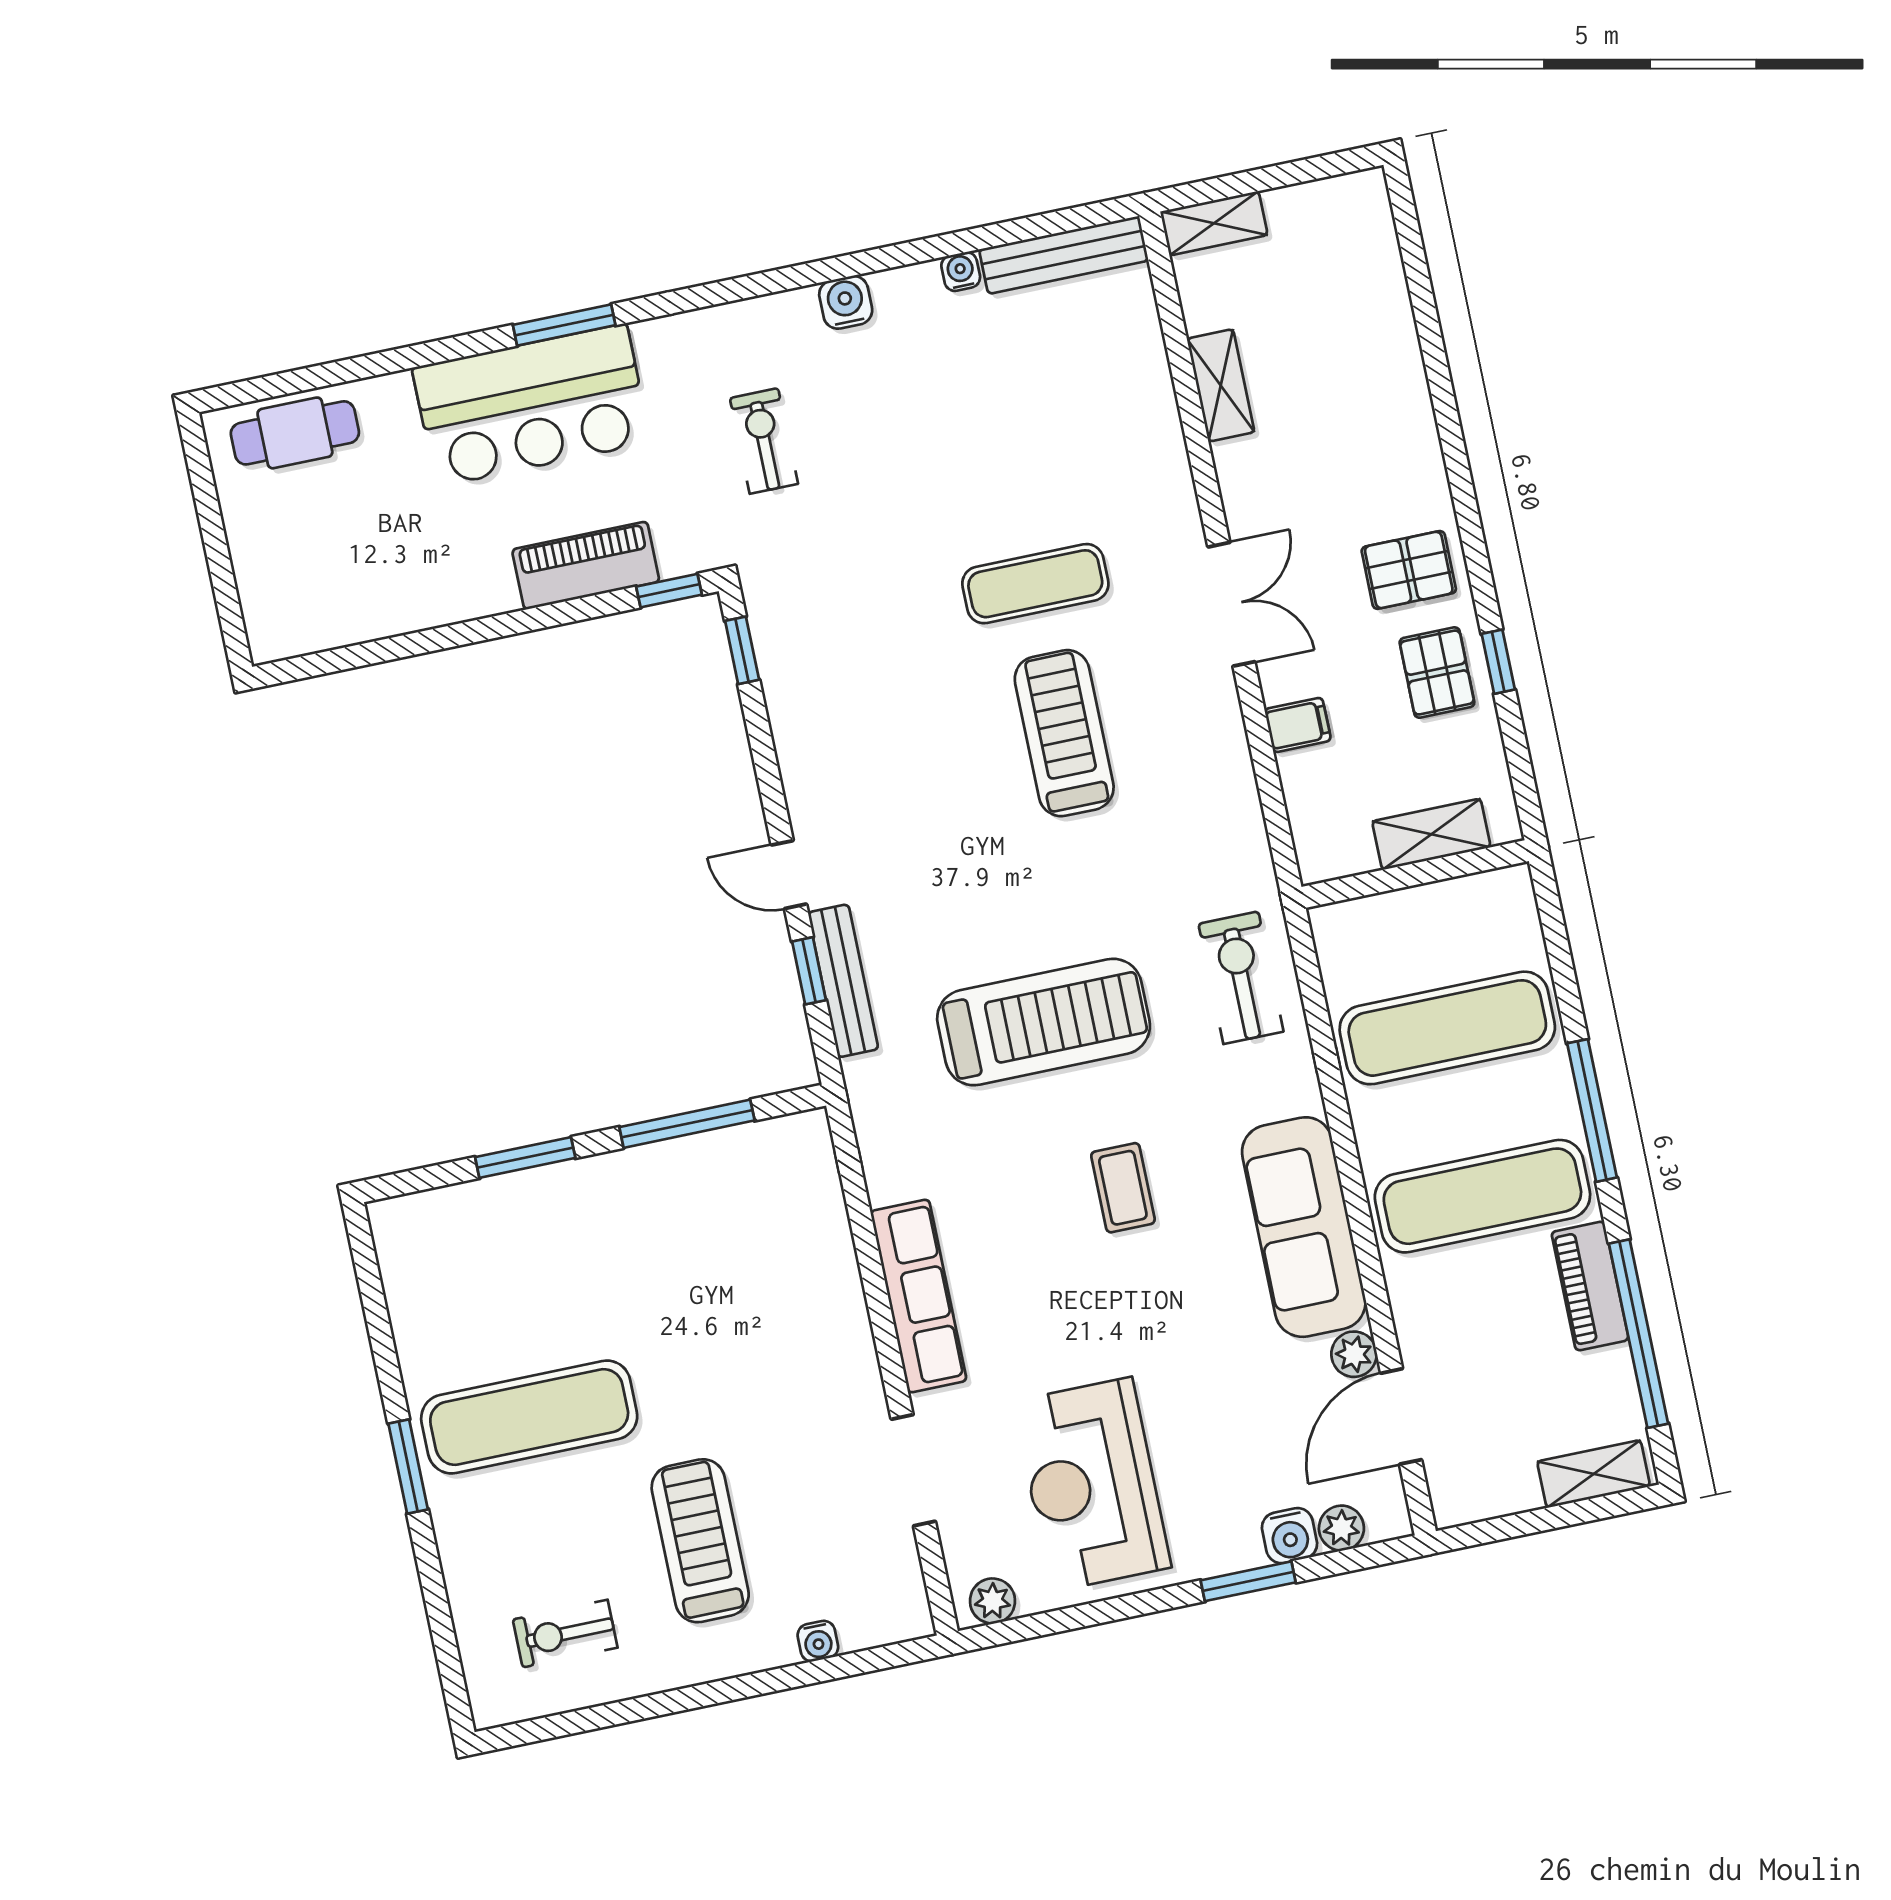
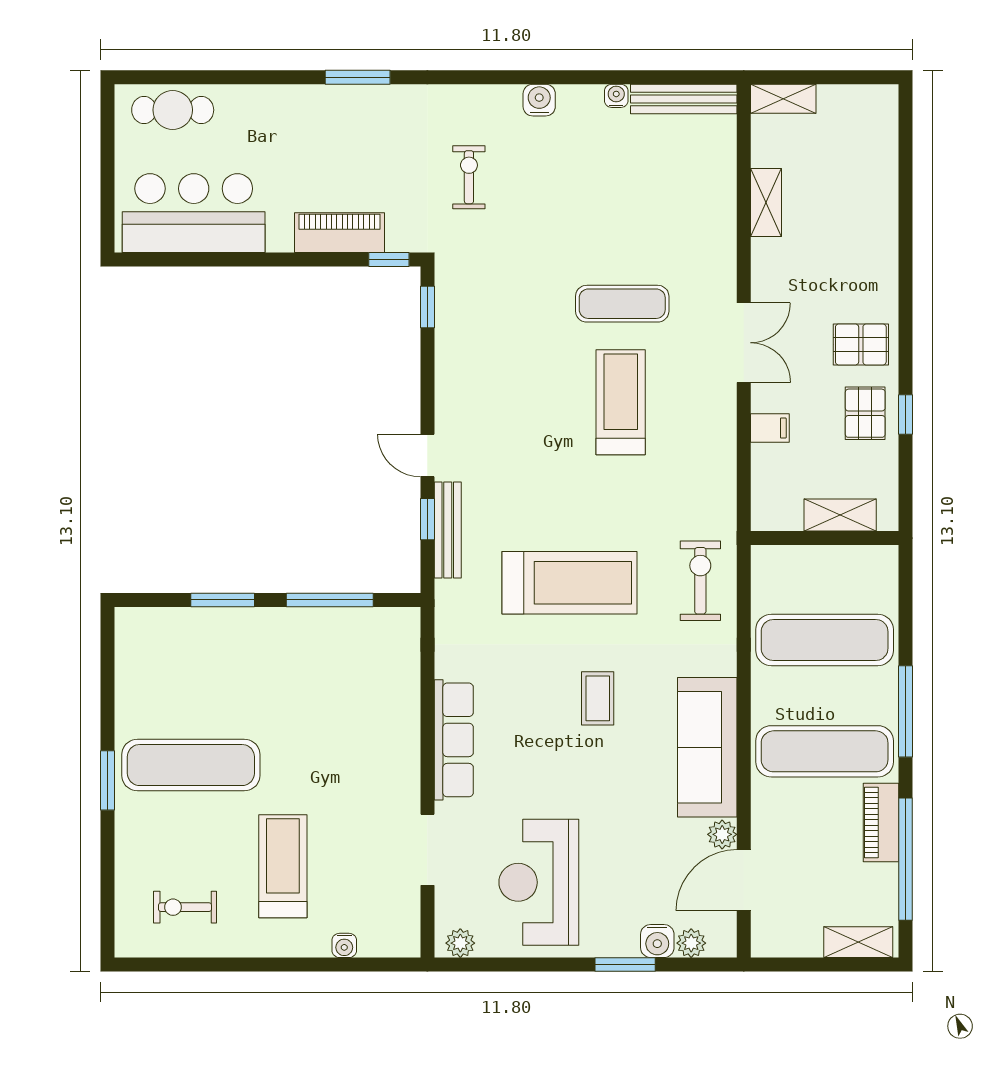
bar counter: (531, 405) -> (194, 213), moved, turned 180

